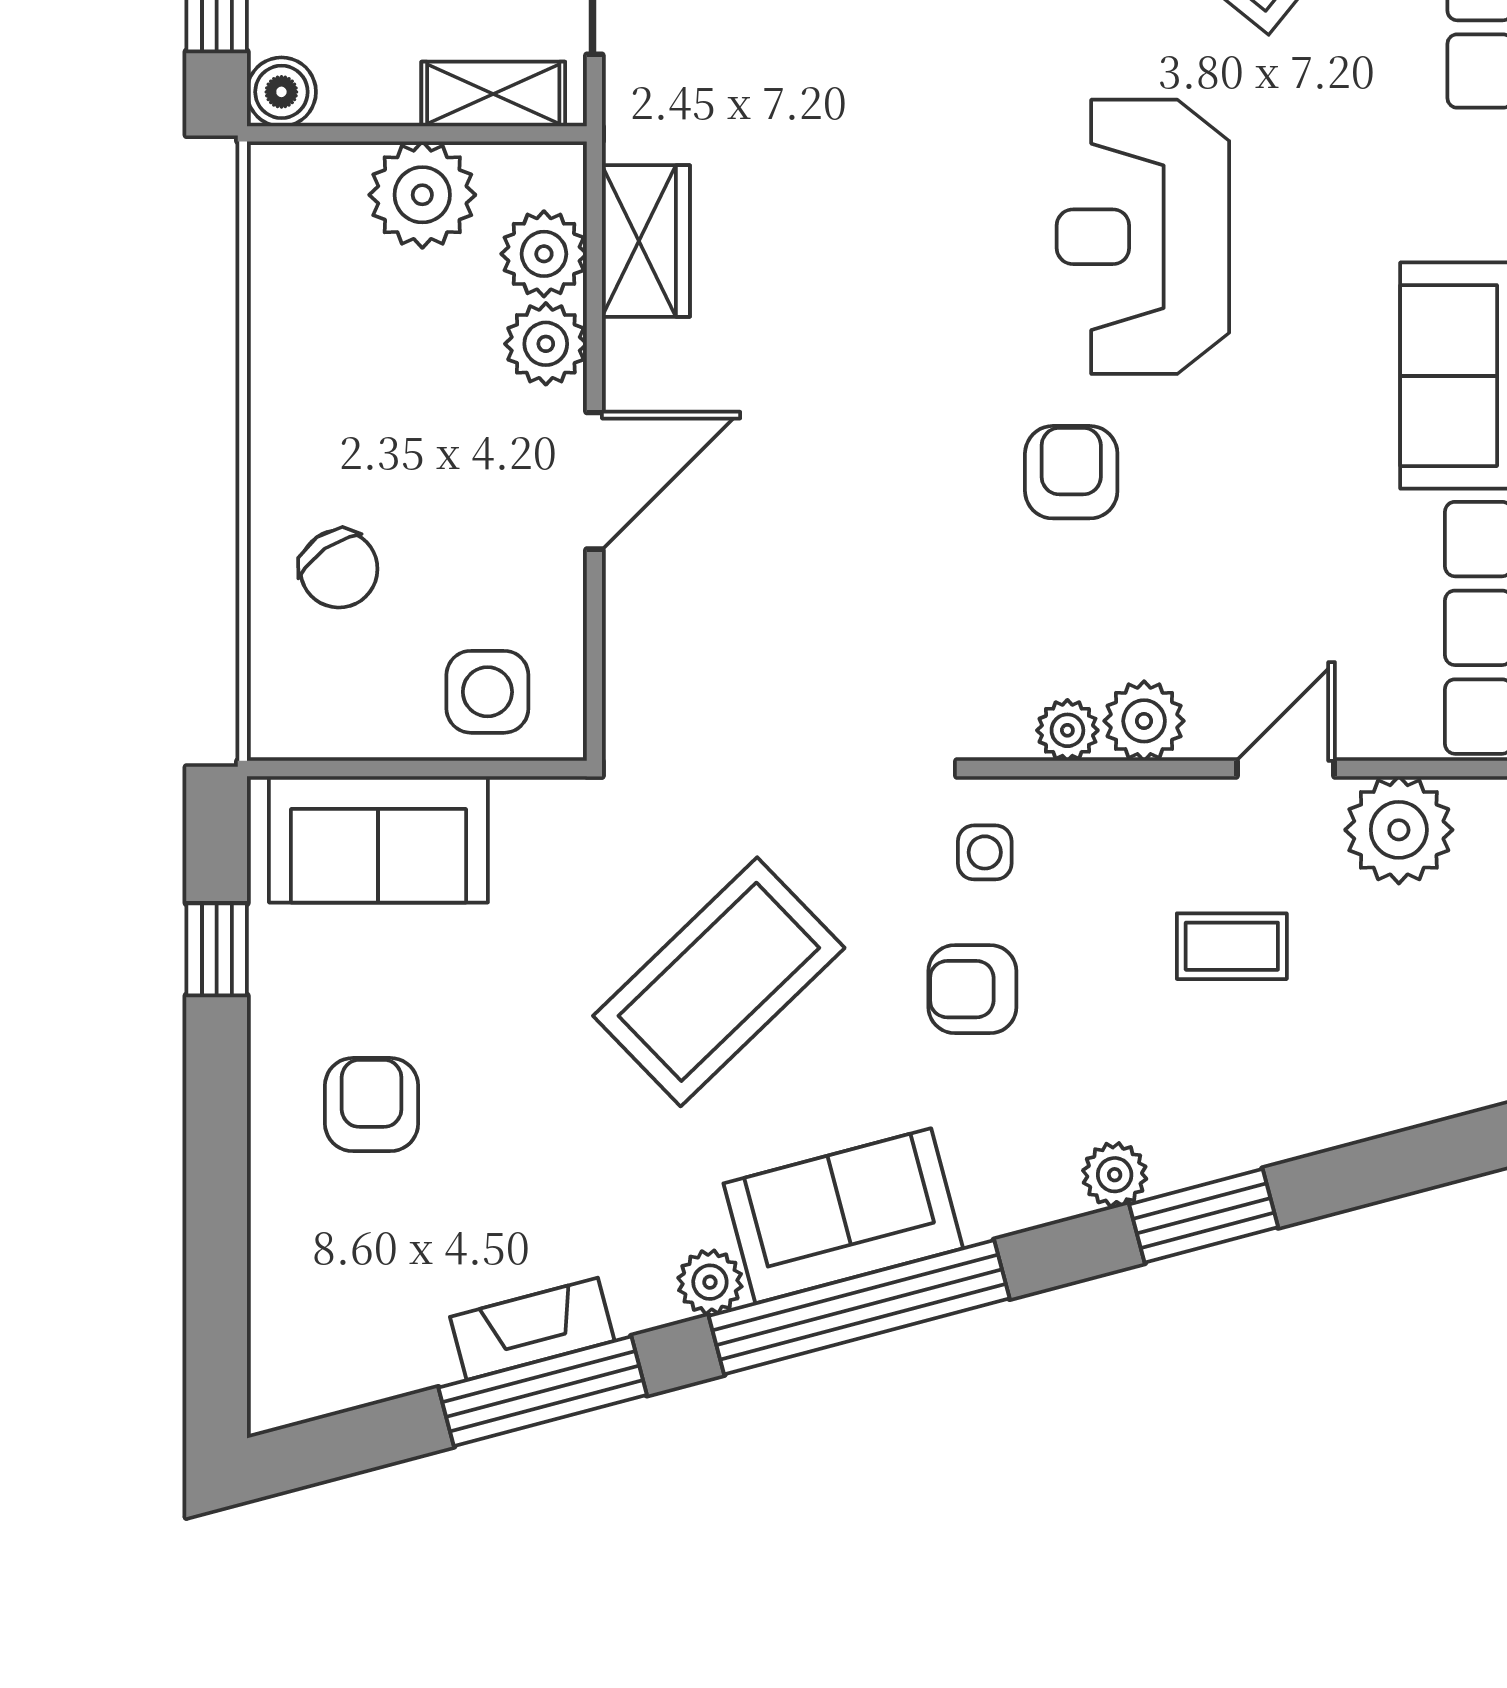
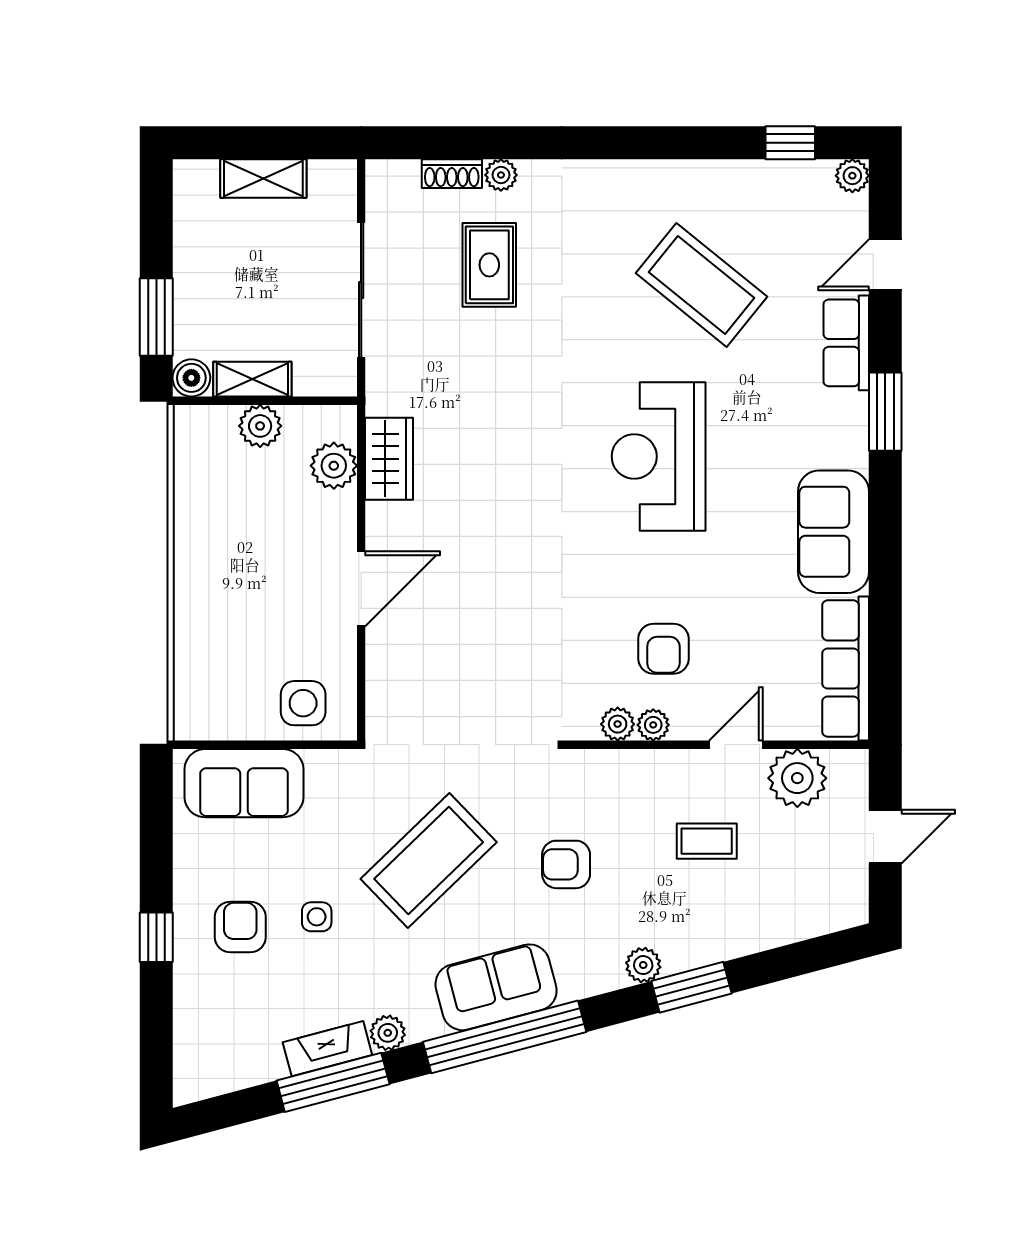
shelving: (493, 94) -> (252, 379), moved
plant: (422, 195) -> (260, 426), width x0.73, depth x0.73
plant: (546, 344) -> (335, 515), removed
armchair: (1071, 472) -> (663, 649), moved, turned 180
chair: (339, 569) -> (223, 637), removed
plant: (1144, 721) -> (653, 725), width x0.73, depth x0.73
side table: (985, 852) -> (317, 917), moved
window: (217, 949) -> (156, 937), moved
plant: (710, 1282) -> (388, 1033), moved

